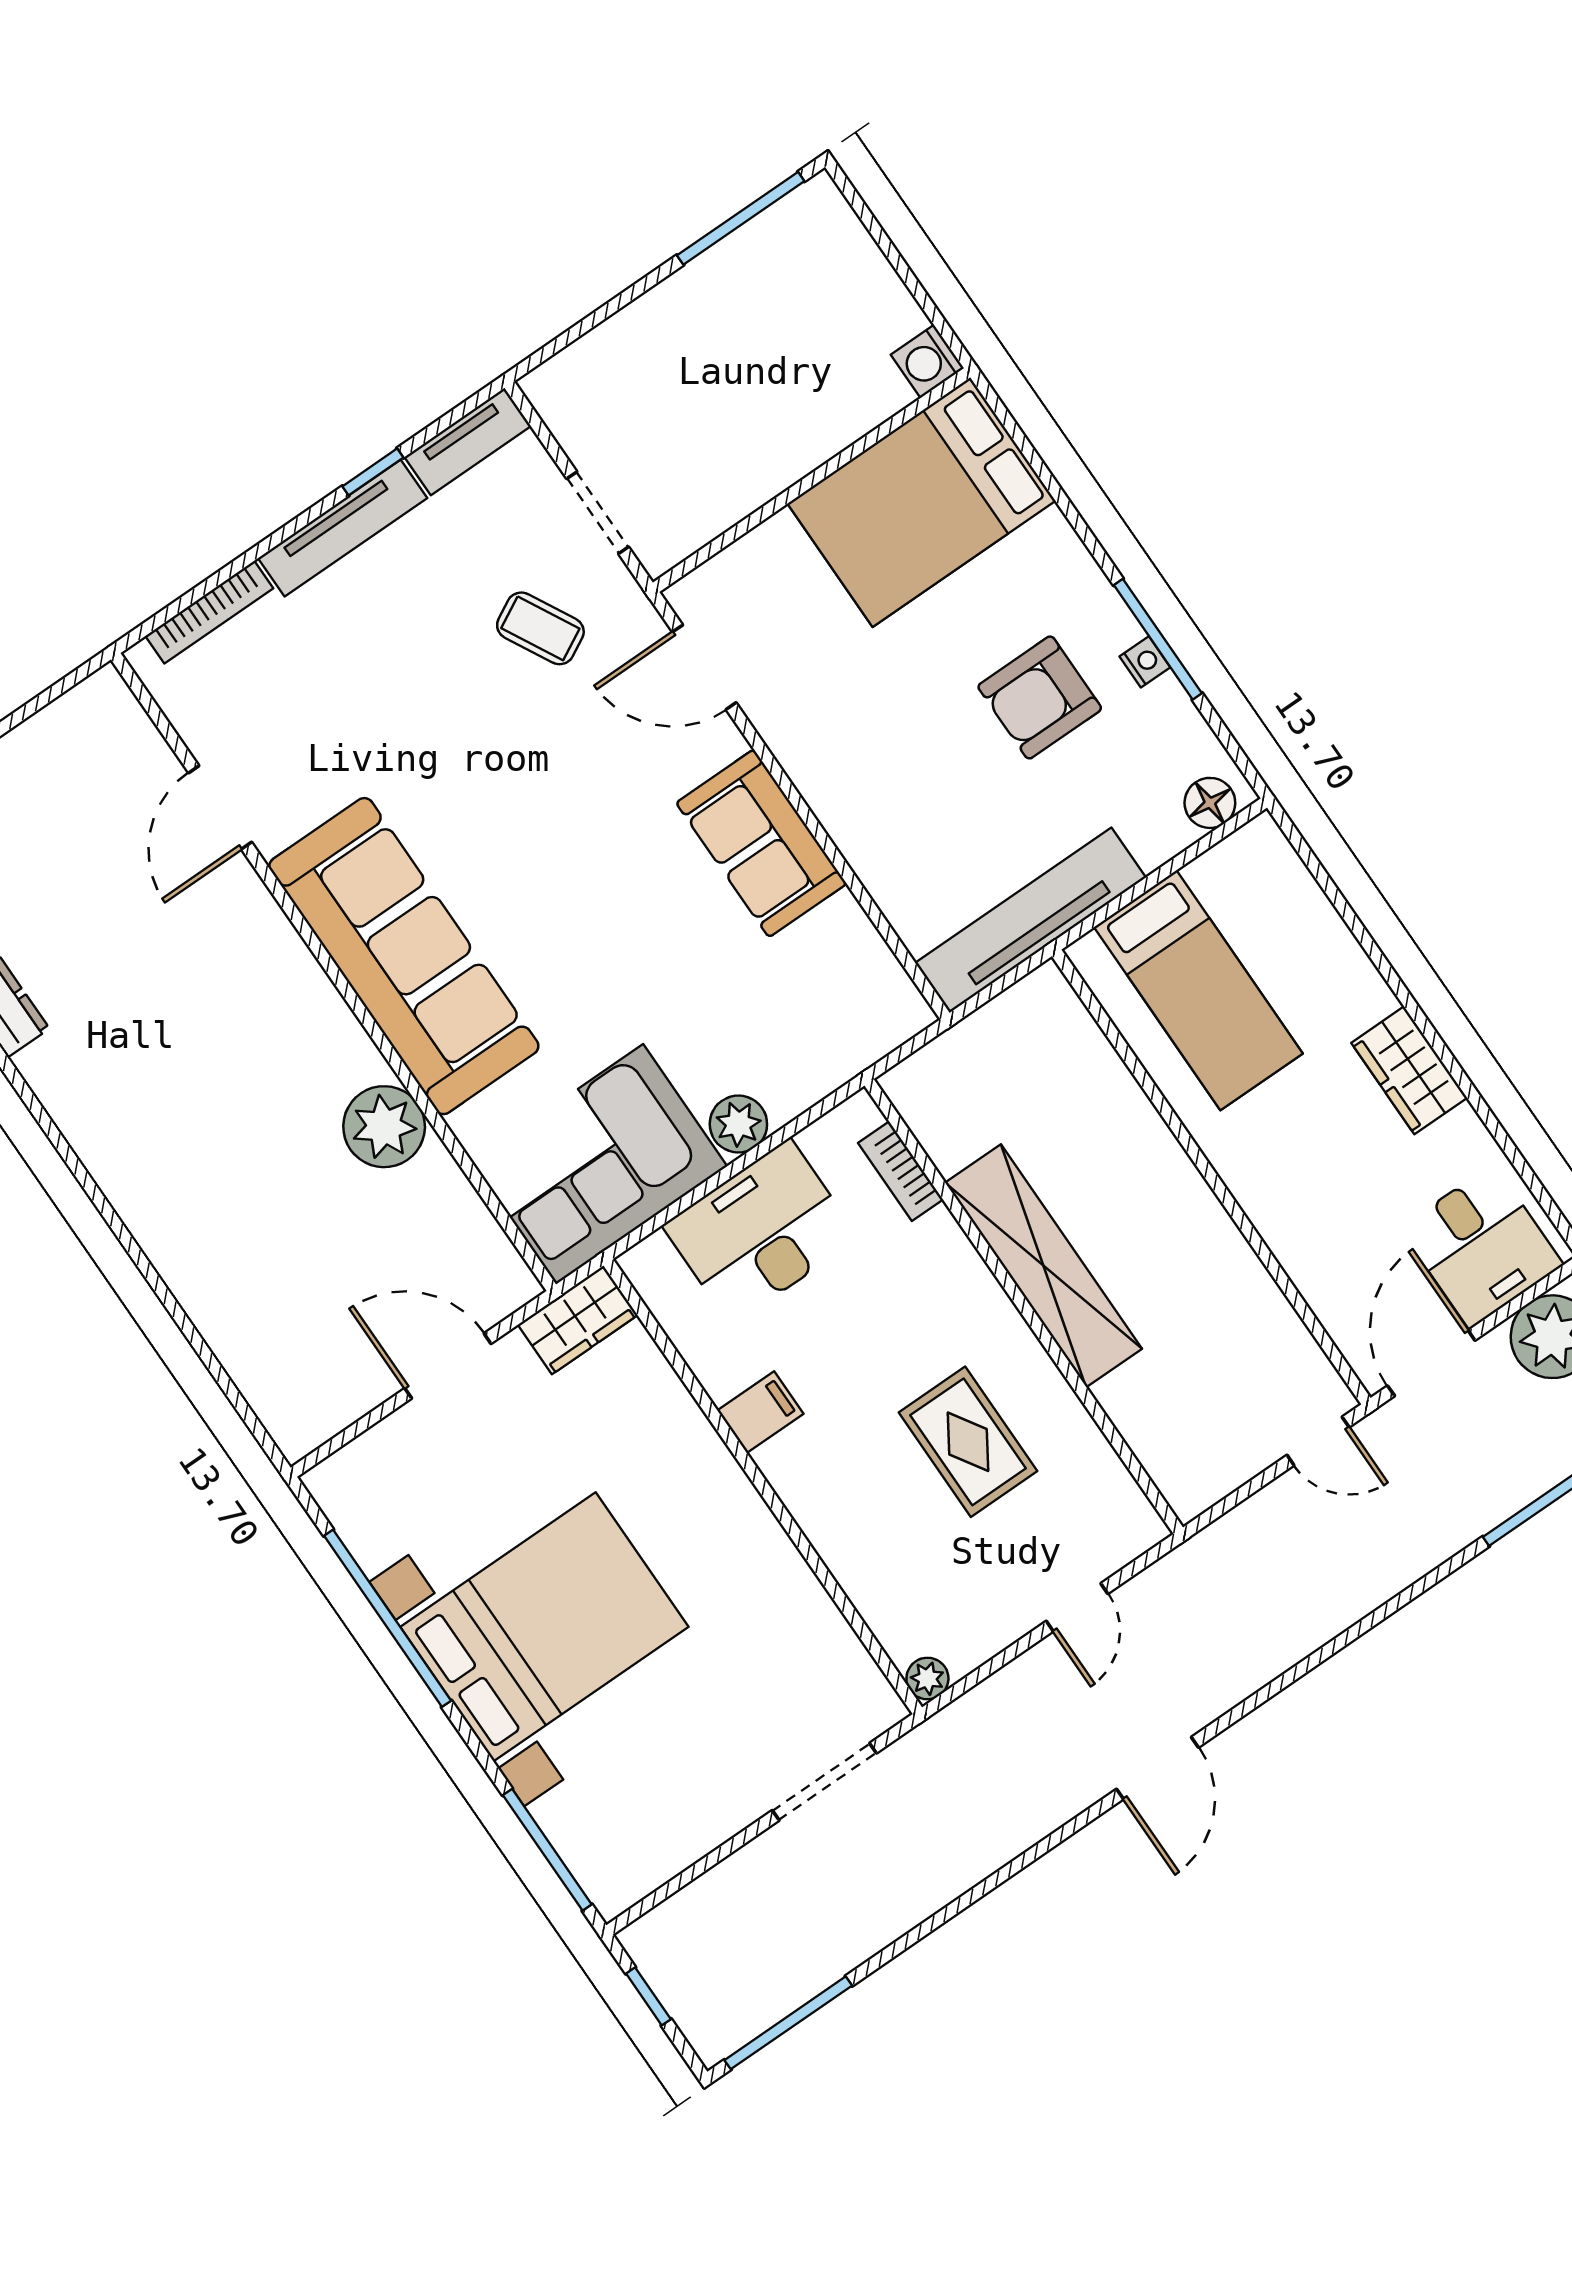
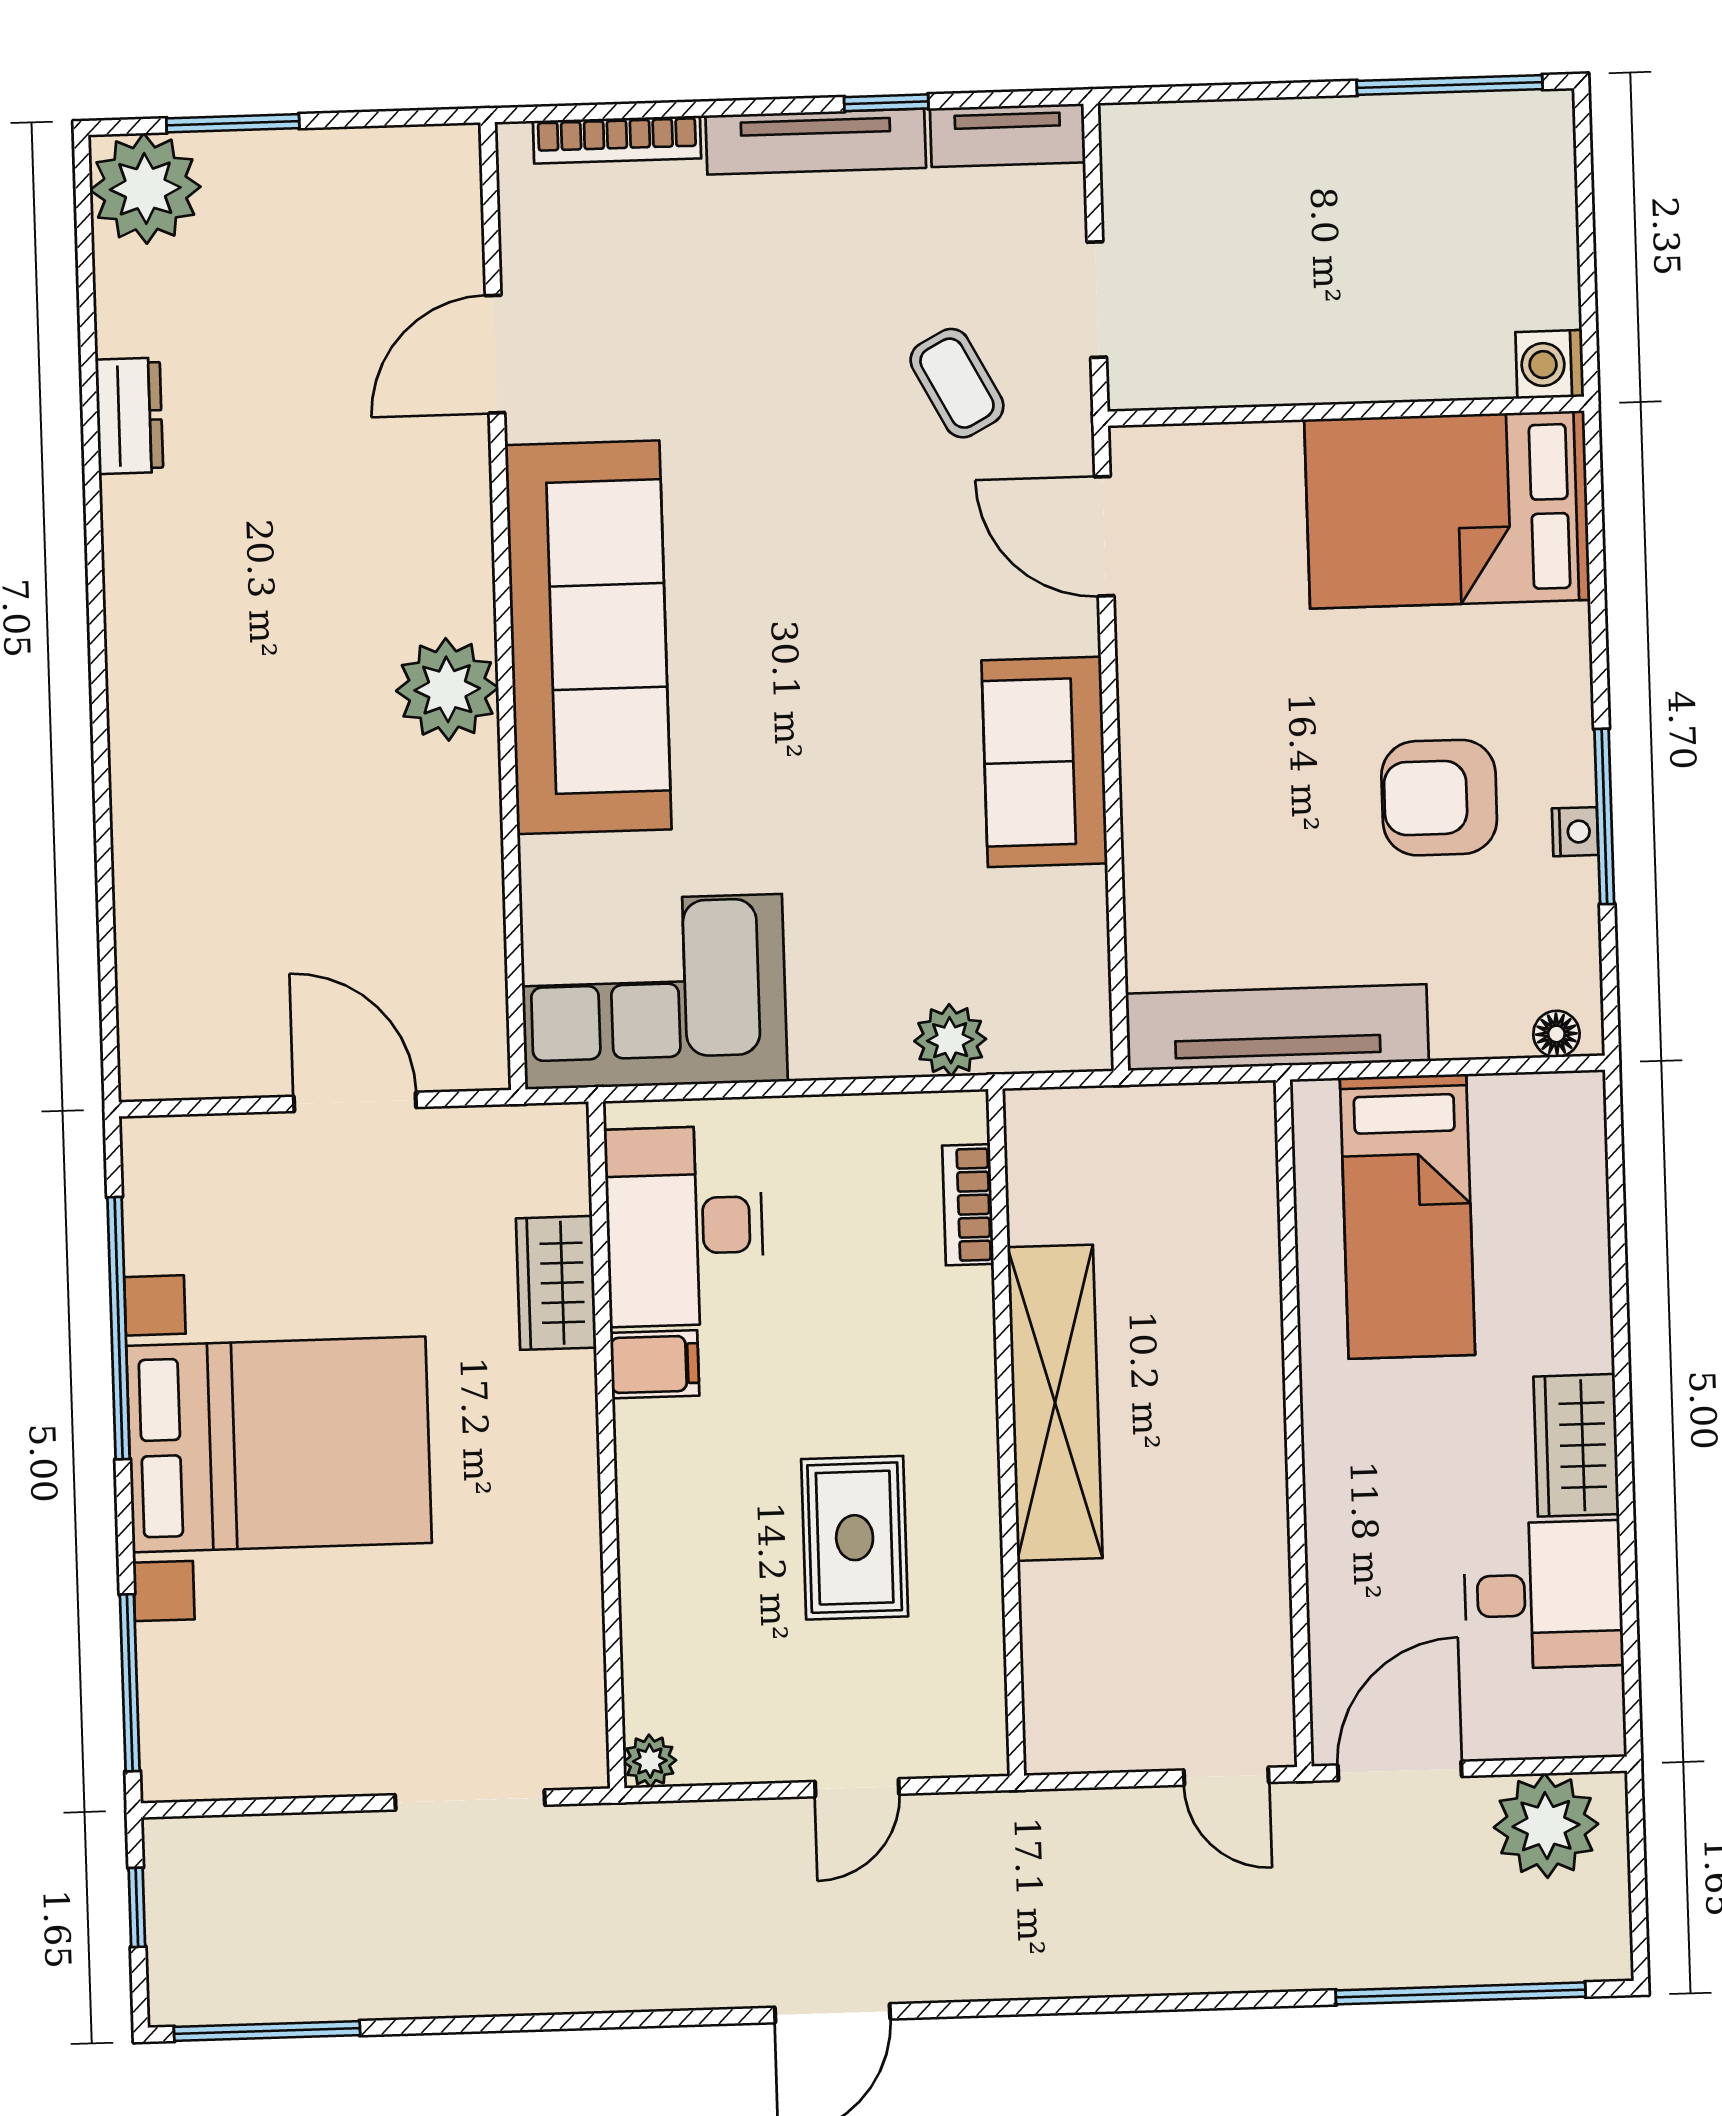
floor lamp: (1210, 803) -> (1556, 1034), width x0.73, depth x0.73
plant: (738, 1124) -> (950, 1040), moved
plant: (384, 1127) -> (447, 689), moved
desk: (760, 1232) -> (684, 1226), moved, turned -90
desk: (1481, 1246) -> (1543, 1595), moved, turned -90
wardrobe: (578, 1320) -> (556, 1283), moved, turned 90

